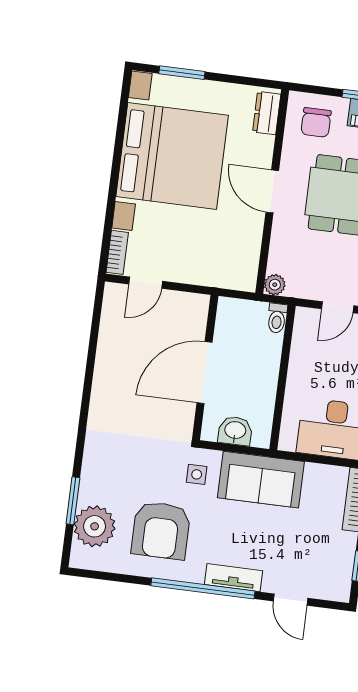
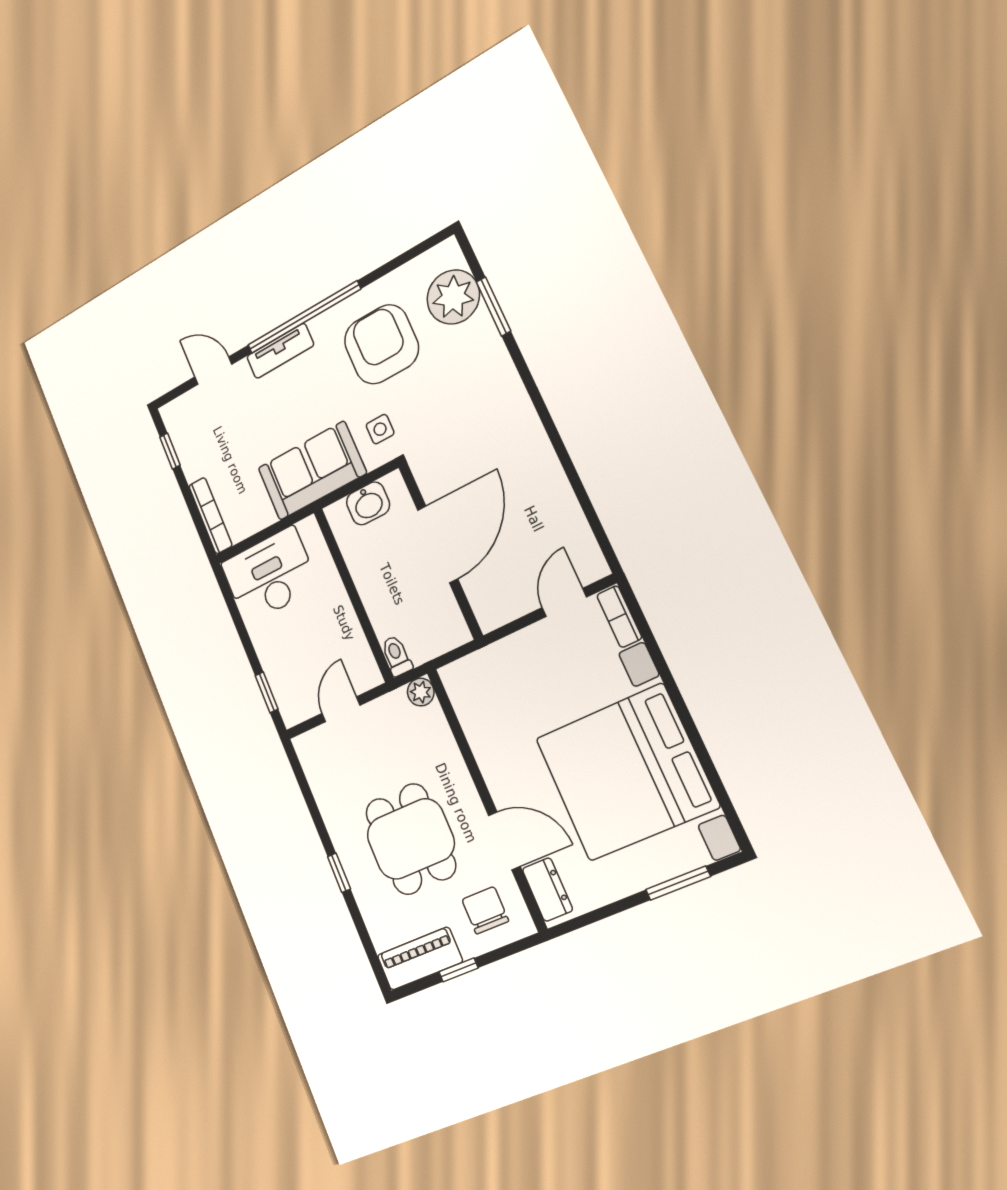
door: (272, 191) -> (504, 841), moved

